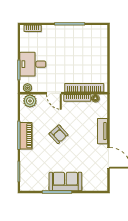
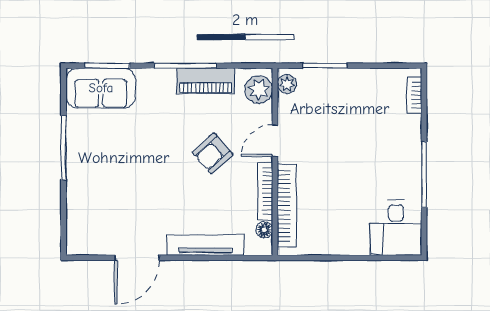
desk: (33, 64) -> (396, 228), moved, turned 180
tv unit: (102, 131) -> (205, 245), width x1.41
armchair: (58, 134) -> (213, 153), moved
piano: (26, 136) -> (206, 81), moved
sofa: (65, 181) -> (101, 88), moved, turned 90

